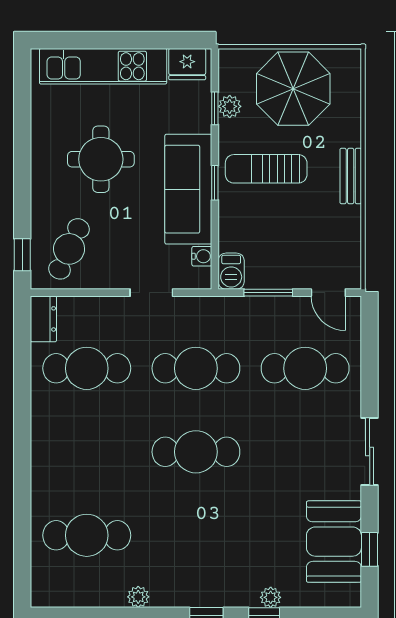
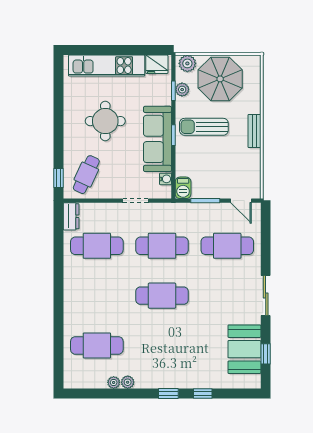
plant: (238, 63) -> (187, 63), added
plant: (271, 597) -> (114, 382), moved

